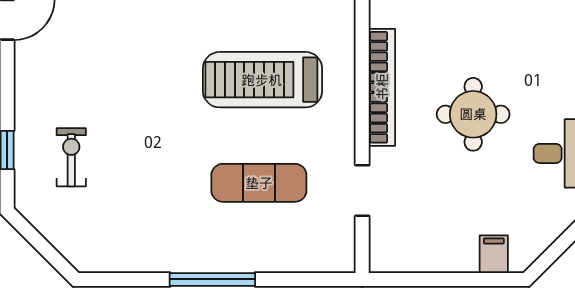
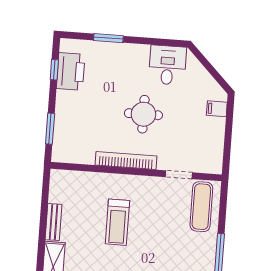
treadmill: (262, 80) -> (117, 222), width x0.73, depth x0.73
exercise mat: (259, 183) -> (201, 207), moved

